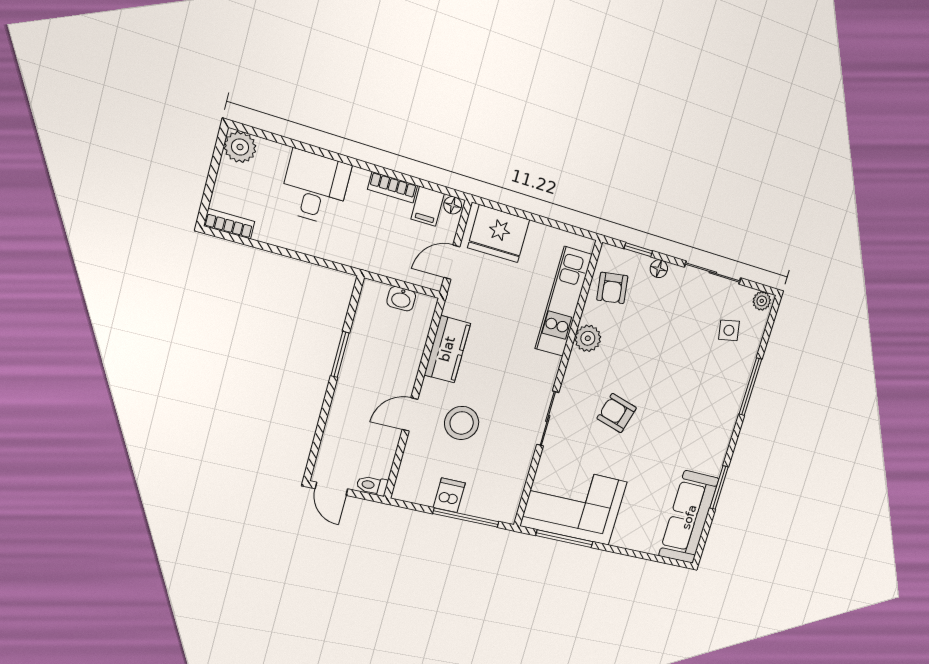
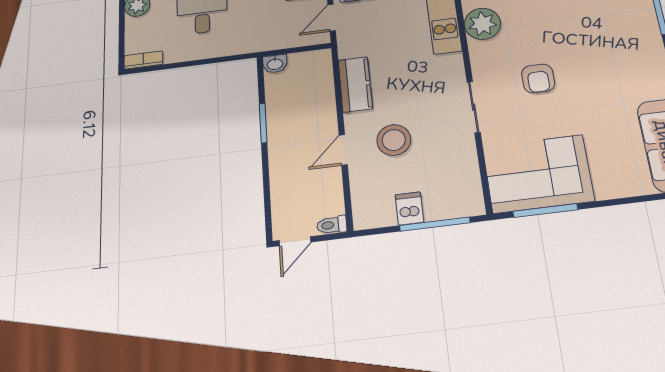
washbasin: (401, 299) -> (275, 64), moved
plant: (588, 338) -> (482, 24), width x1.36, depth x1.36
armchair: (617, 413) -> (538, 78), turned -106
door: (331, 489) -> (295, 241), hinge flipped

